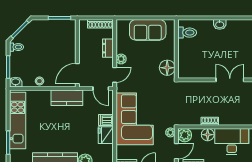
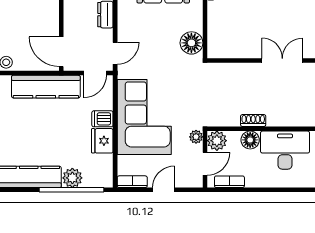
plant: (121, 59) -> (125, 30), removed
door: (77, 74) -> (61, 52), hinge flipped
door: (101, 89) -> (95, 73), hinge flipped
kitchen counter: (67, 98) -> (46, 87), width x1.50

